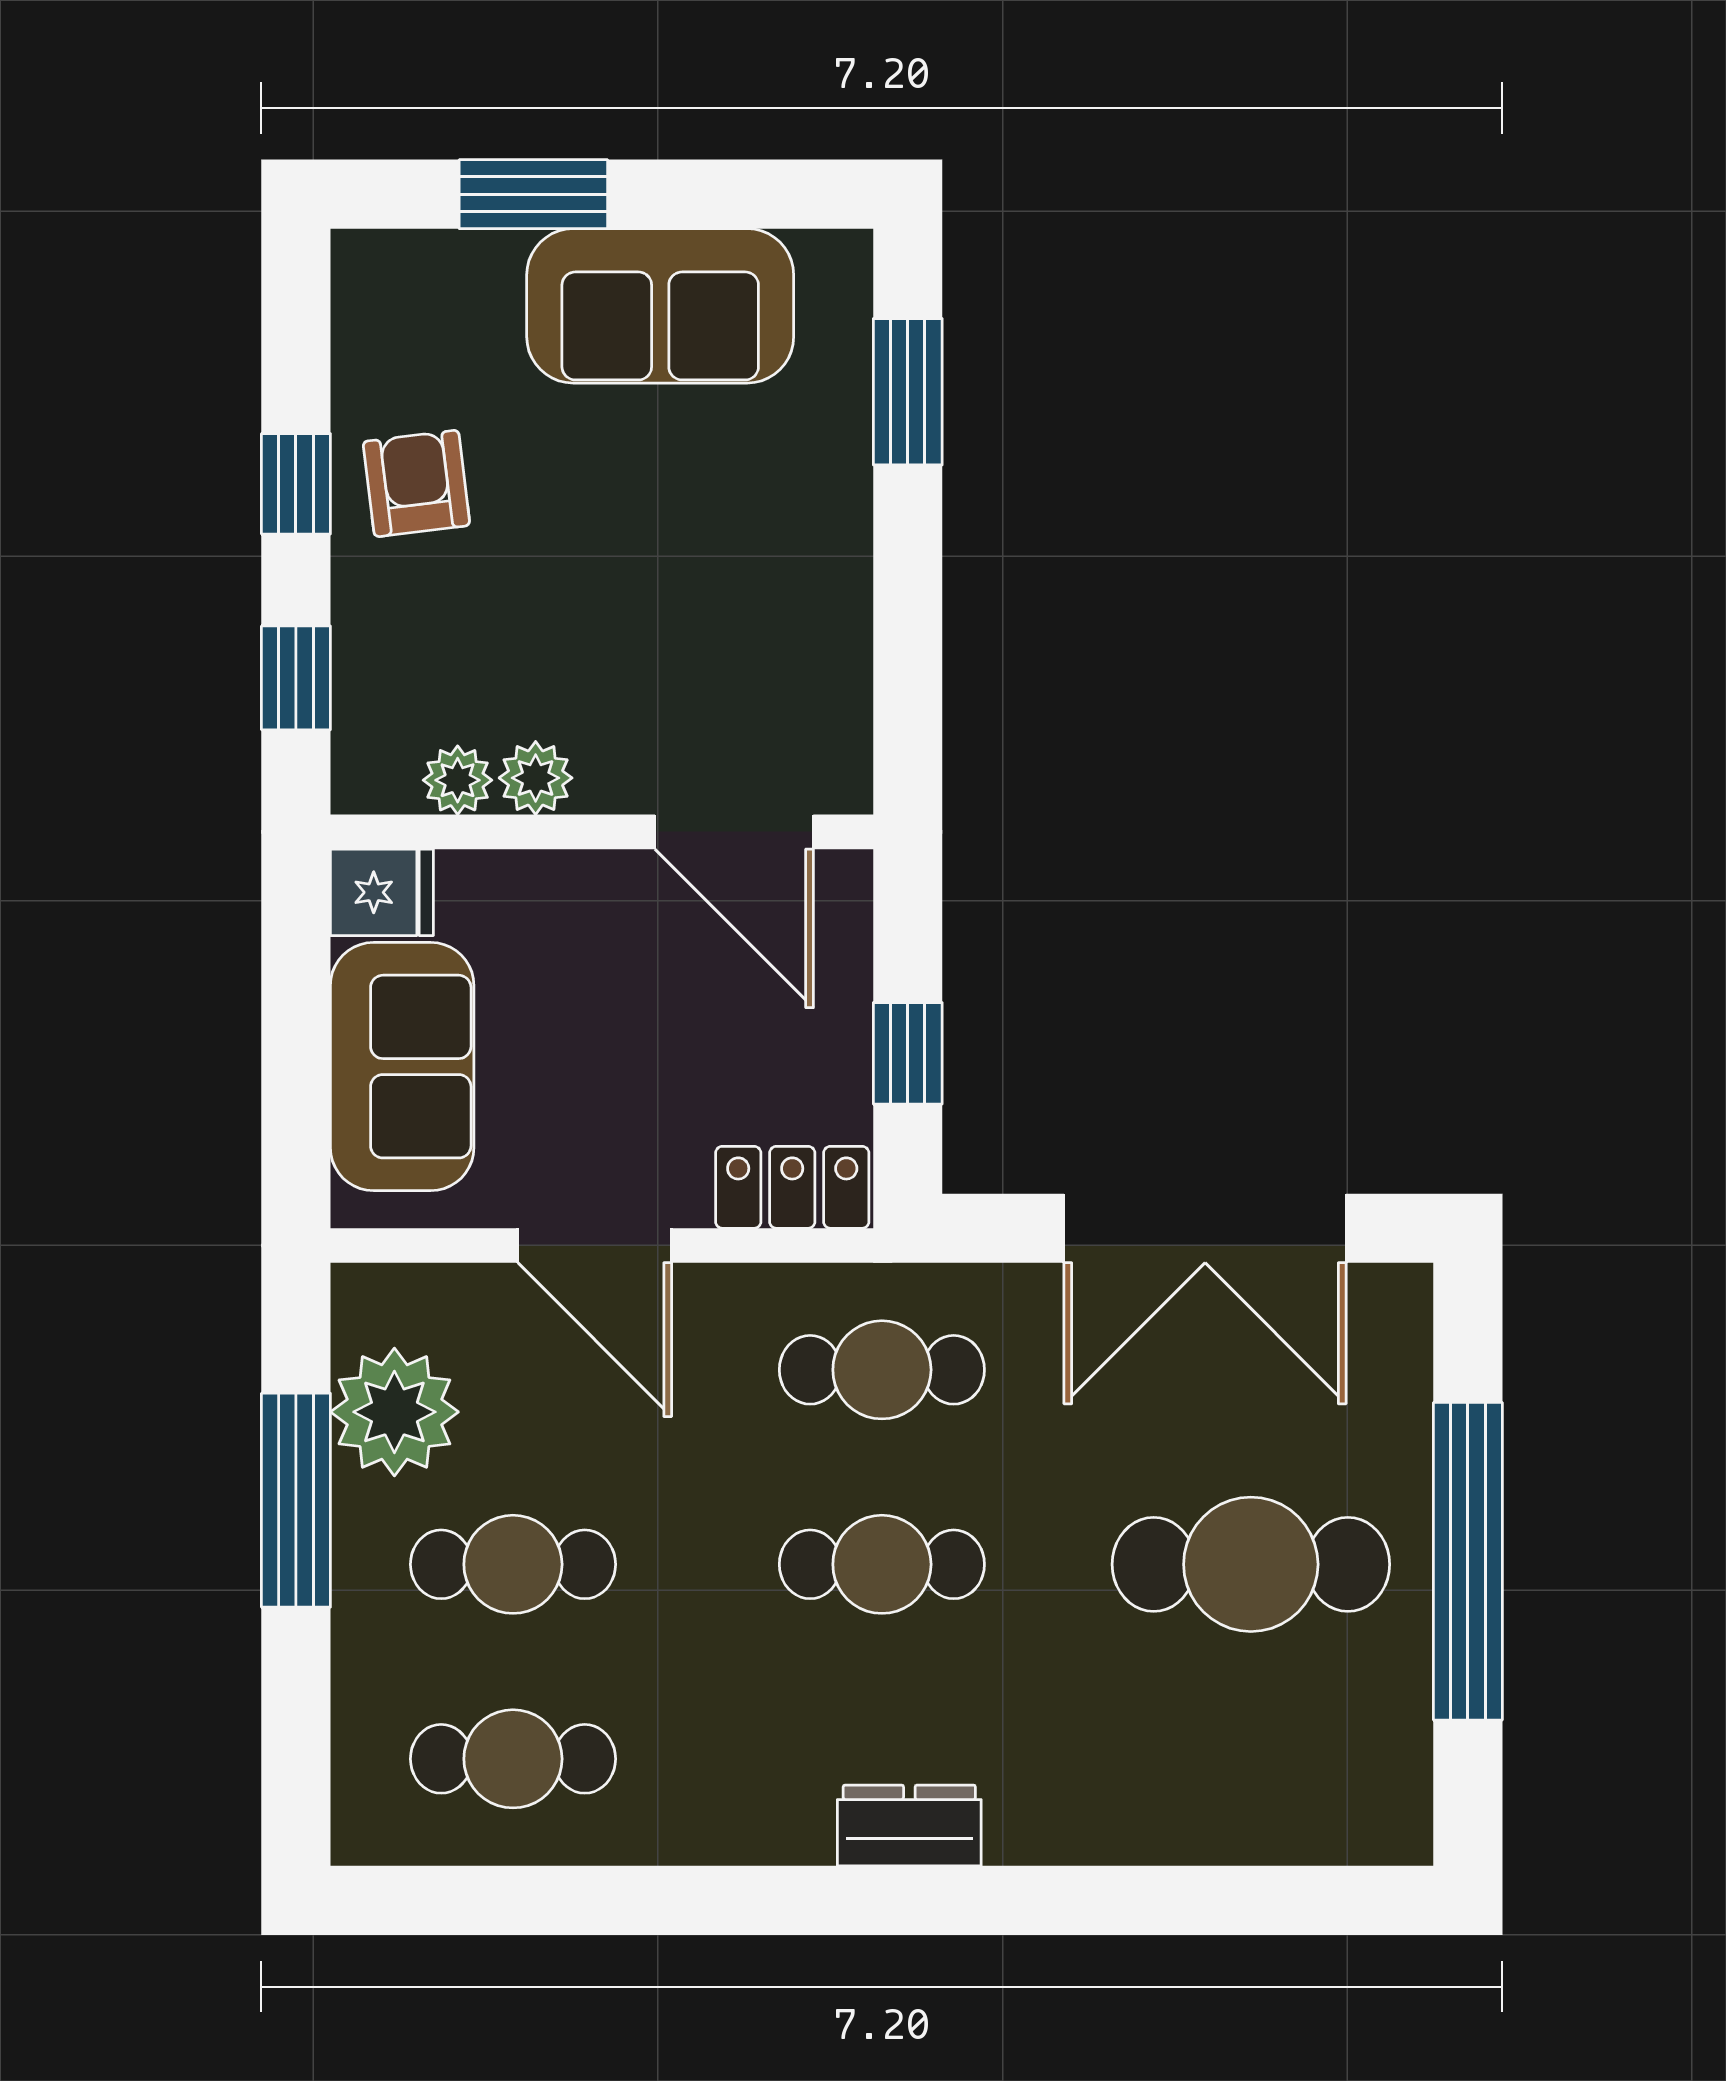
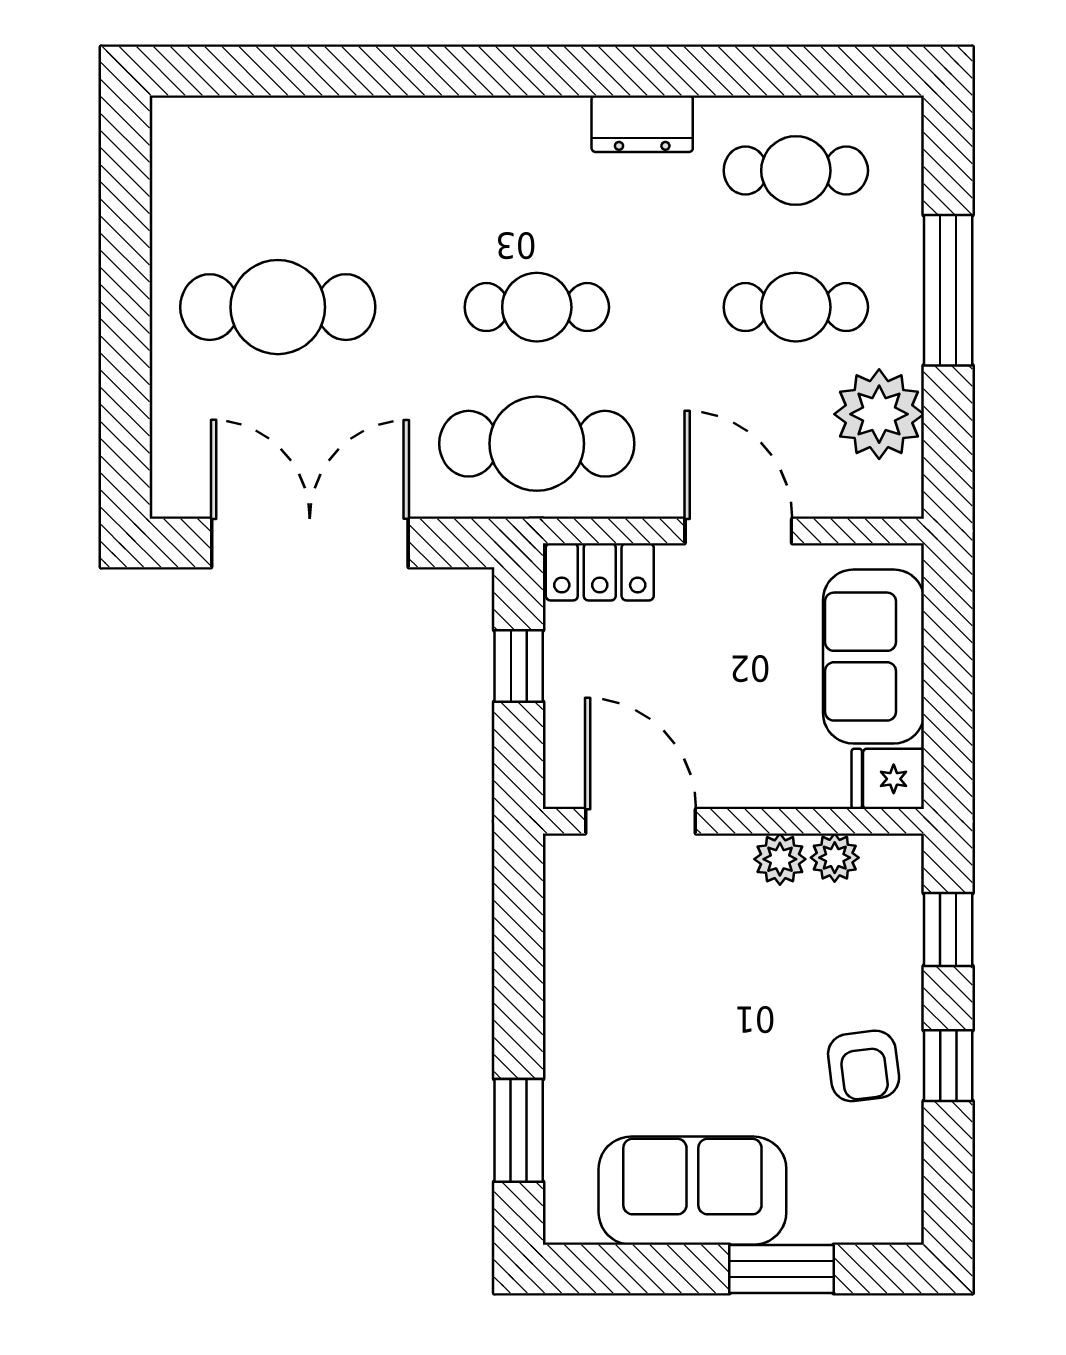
cafe table: (882, 1370) -> (537, 444), width x1.37, depth x1.35
window: (296, 1500) -> (948, 290), moved
window: (1468, 1561) -> (125, 309), removed
dresser: (909, 1825) -> (642, 124), moved

